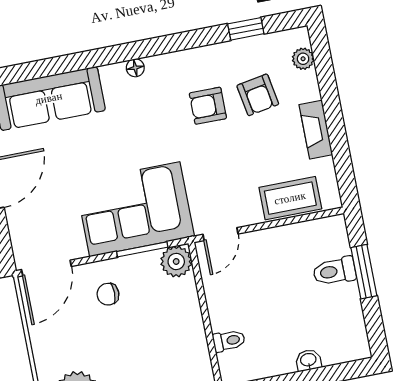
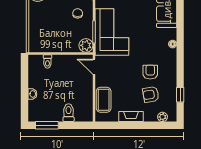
window: (364, 272) -> (47, 125), moved

